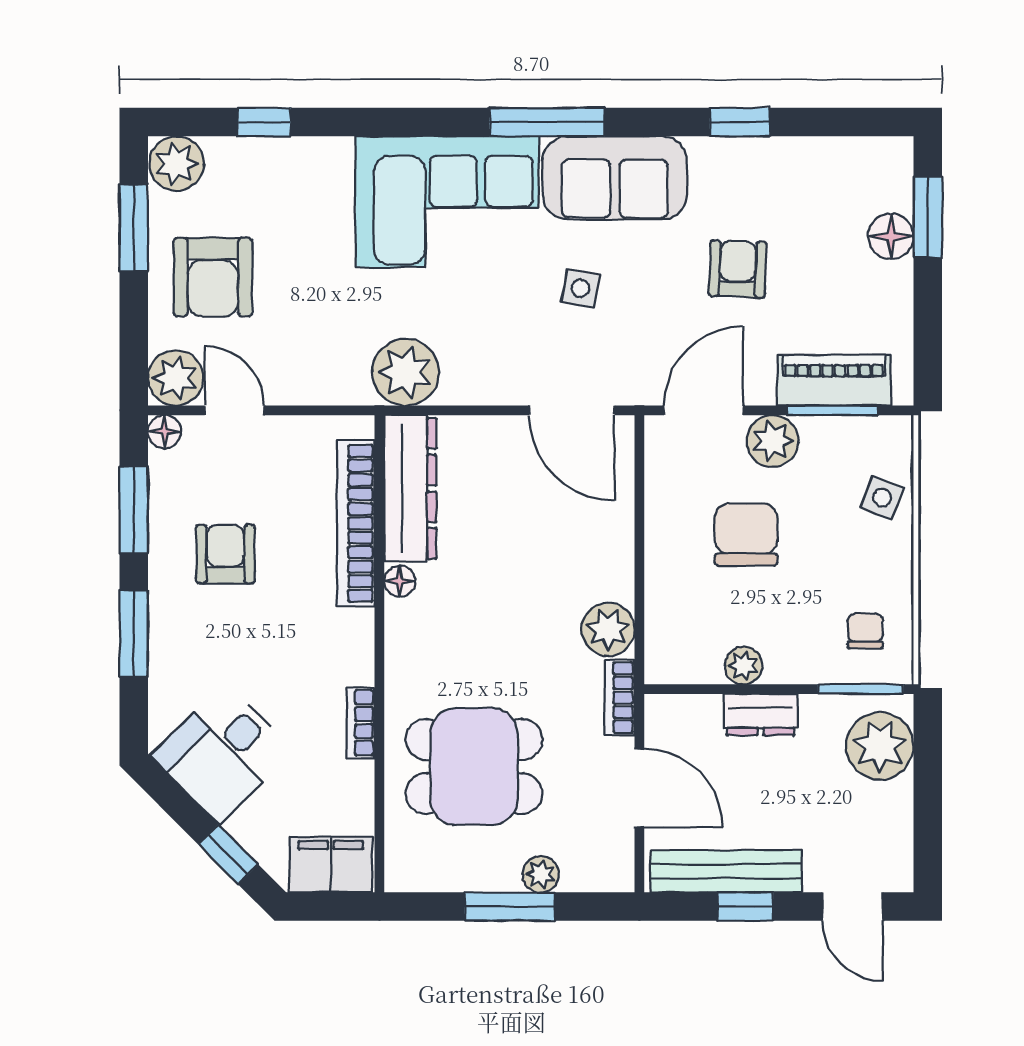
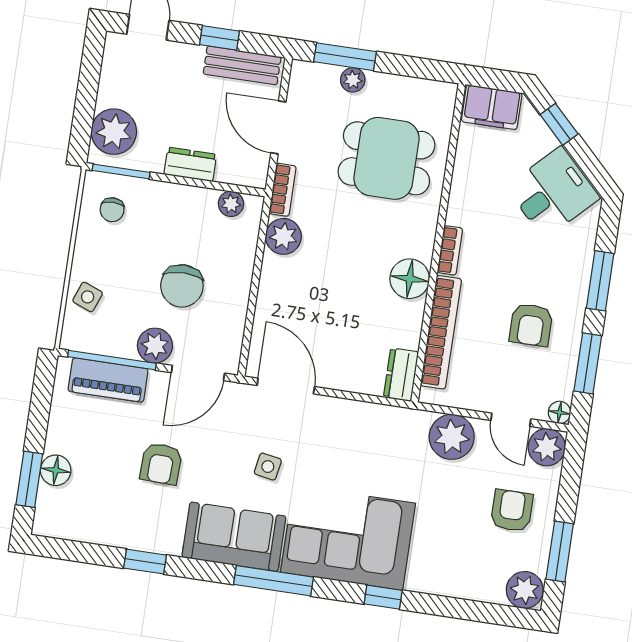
window: (264, 122) -> (383, 597), moved
armchair: (213, 277) -> (512, 511), width x0.72, depth x0.72
plant: (406, 372) -> (452, 437), moved
window: (833, 410) -> (112, 360), width x1.44
dresser: (410, 488) -> (401, 375), width x0.51, depth x0.80
floor lamp: (400, 581) -> (410, 279), width x1.89, depth x1.89
plant: (744, 666) -> (231, 204), moved
bookcase: (361, 723) -> (450, 250), moved
bench: (726, 871) -> (242, 65), width x0.73
window: (510, 907) -> (345, 57), moved

